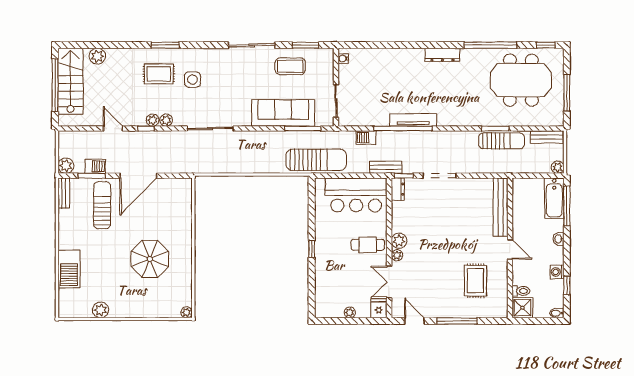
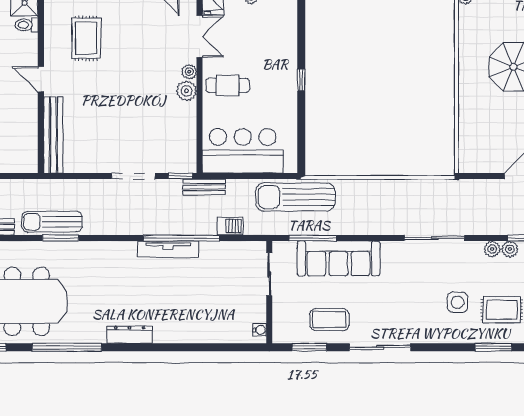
dresser: (398, 189) -> (188, 158), removed

